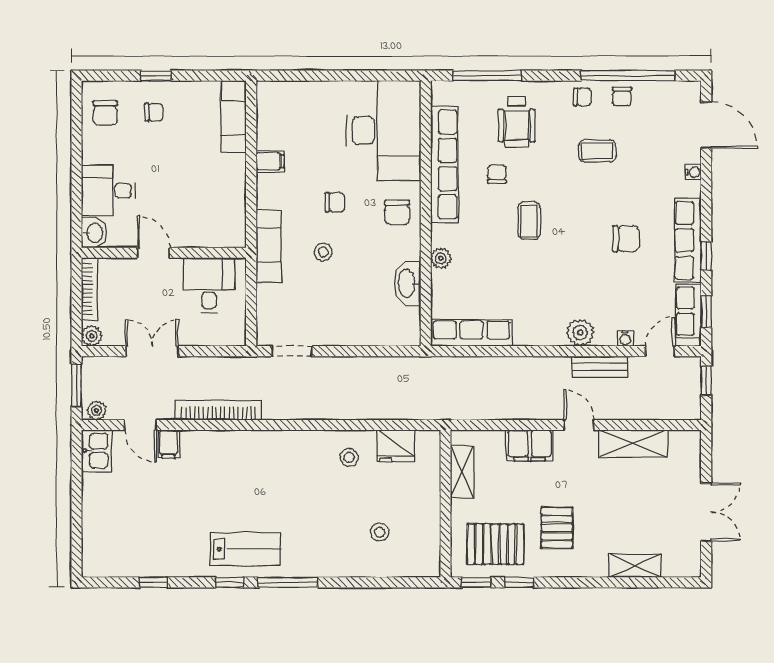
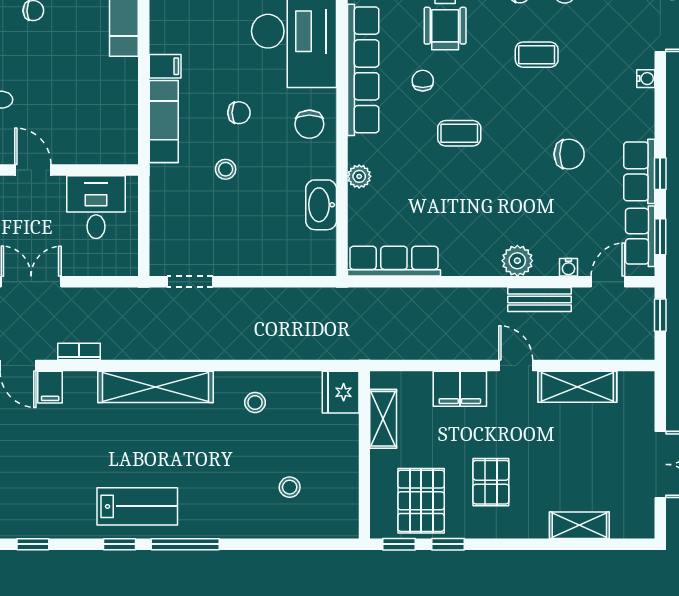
coffee table: (529, 220) -> (459, 133), turned 90
row of seats: (688, 240) -> (639, 171), width x0.68
exam couch: (269, 246) -> (164, 121), moved
bookcase: (219, 410) -> (79, 351), width x0.43, depth x0.76
shelving: (261, 444) -> (156, 387), added
fridge: (396, 446) -> (341, 392), moved, turned 90
pallet: (495, 544) -> (421, 501), turned 90

